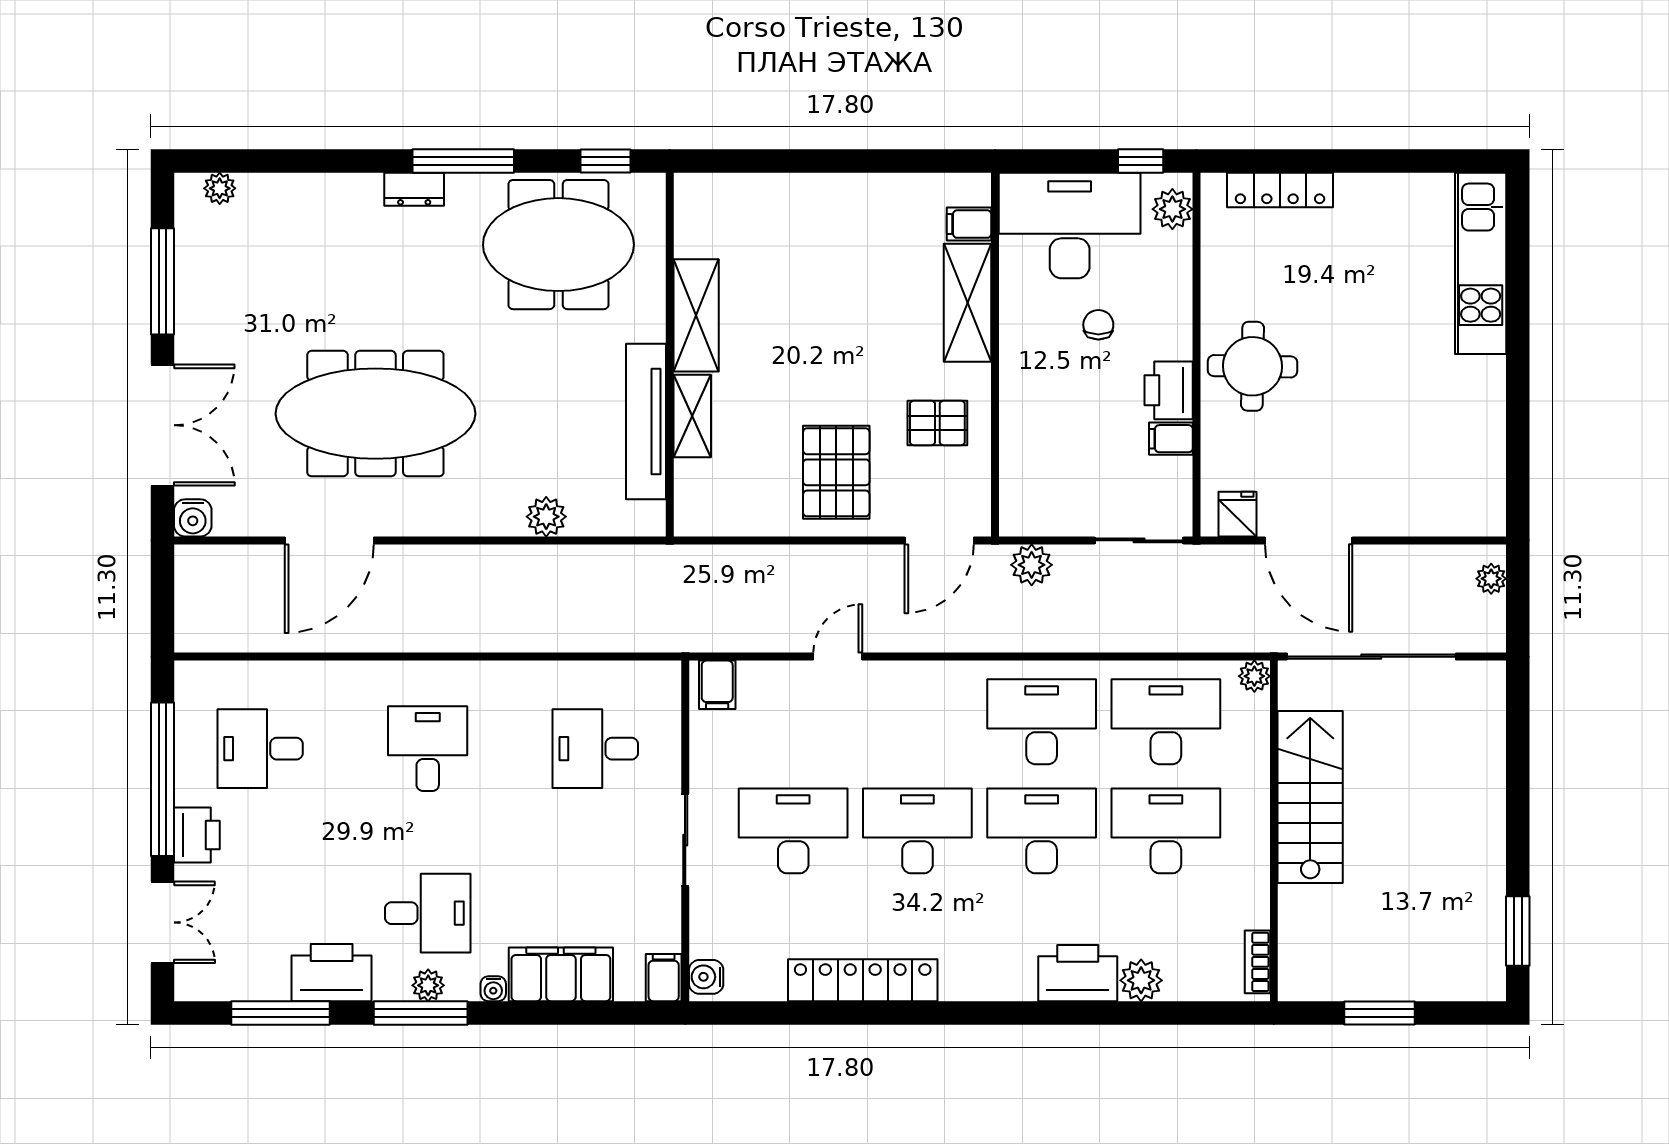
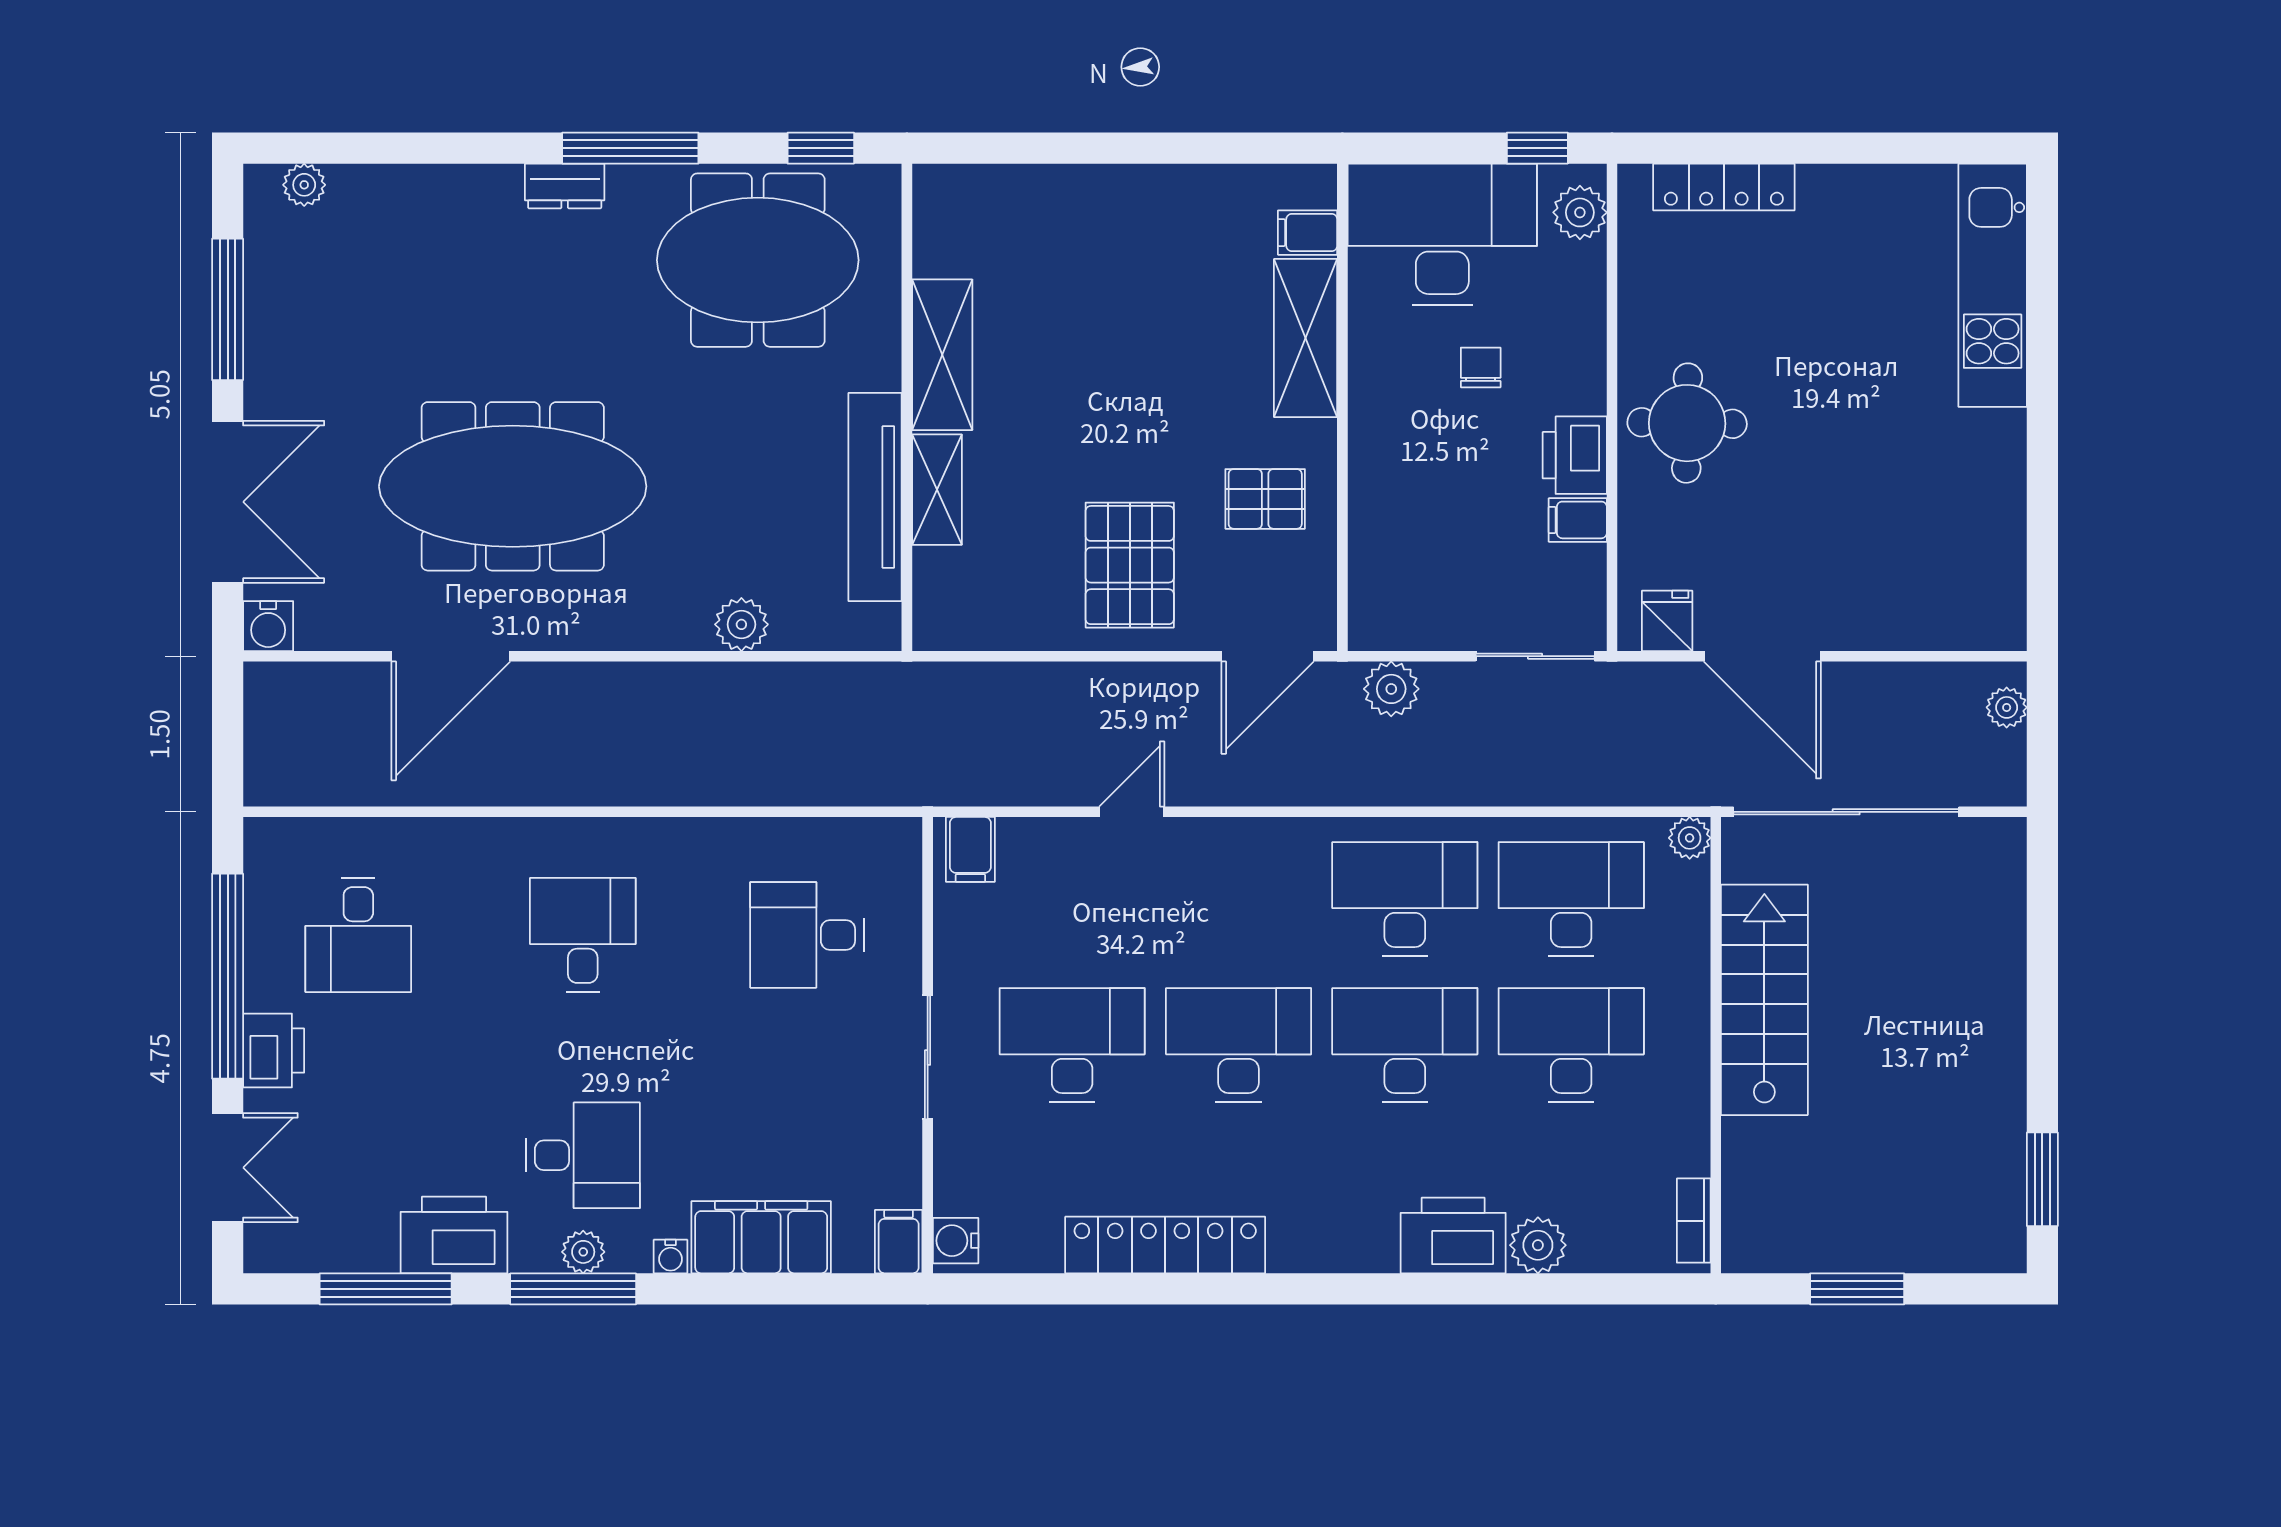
desk: (260, 749) -> (358, 935), turned -90

